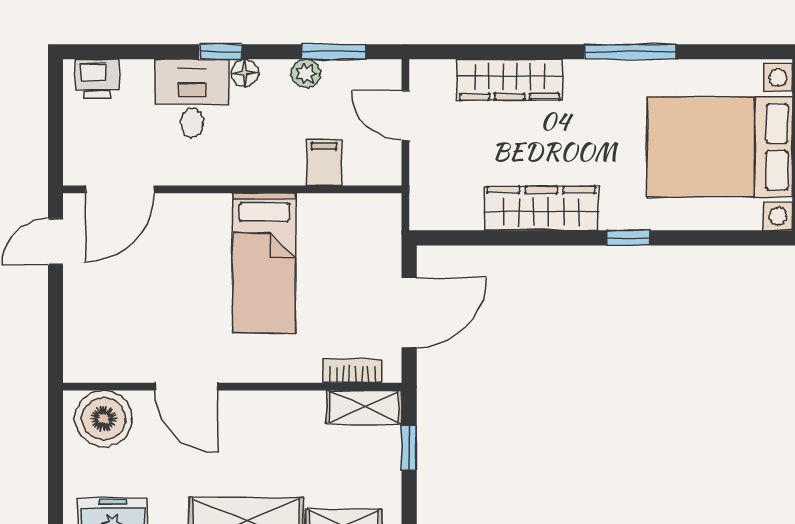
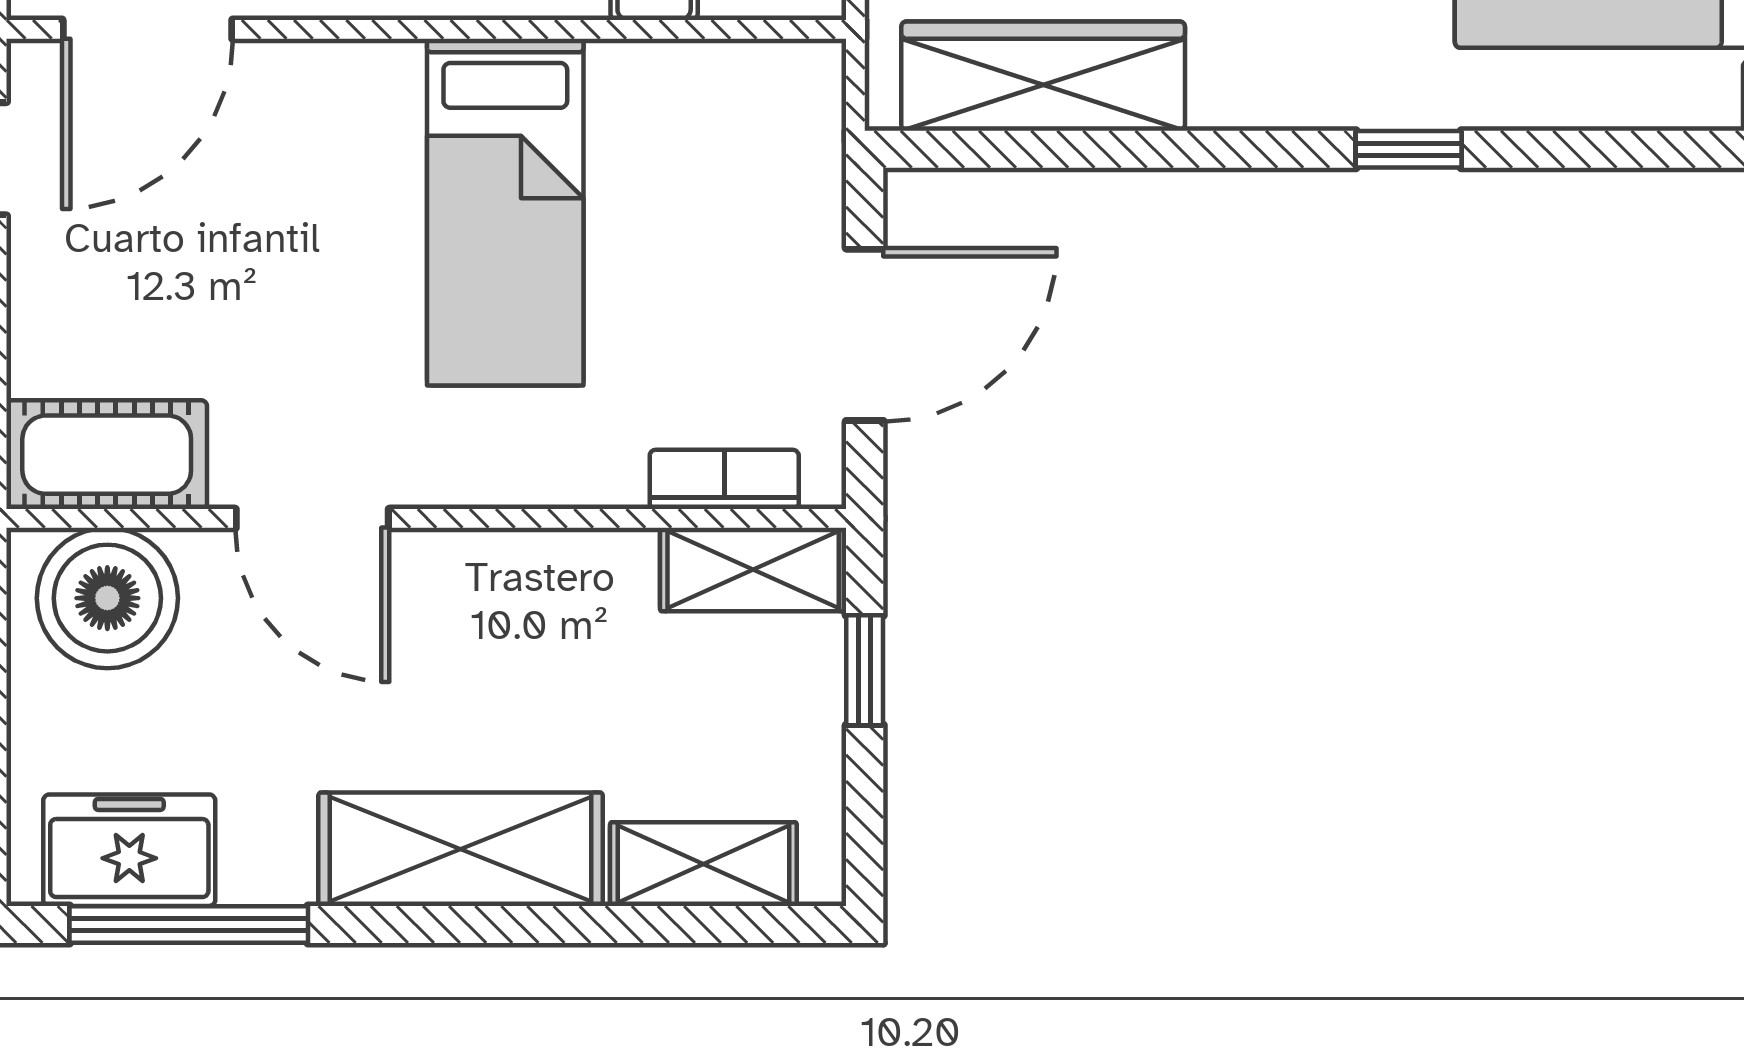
wardrobe: (541, 208) -> (1043, 76), moved
cot: (103, 361) -> (107, 455), added

